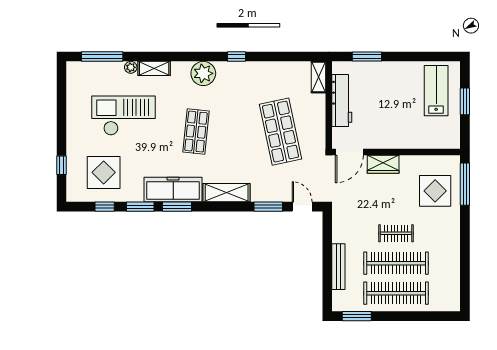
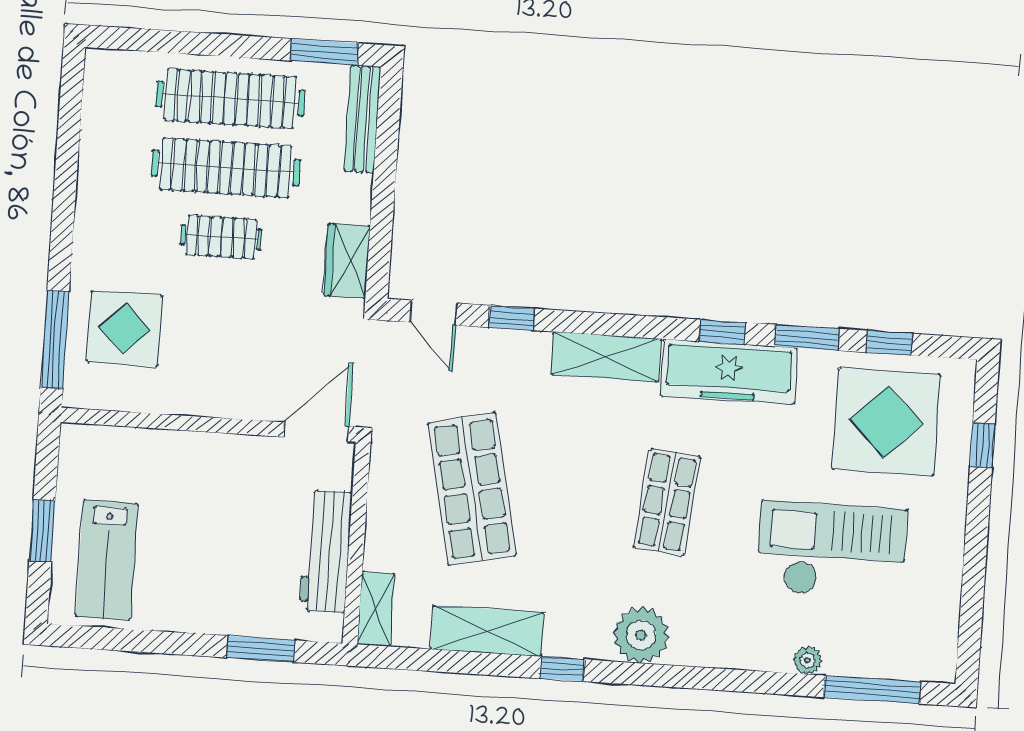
shelving: (154, 68) -> (487, 631), moved, width x1.50, depth x1.33
checkout: (124, 116) -> (832, 550), turned 180
wardrobe: (383, 164) -> (347, 261), moved, turned -90
display table: (104, 172) -> (886, 422), width x1.36, depth x1.36
window: (177, 207) -> (722, 332), width x0.67
window: (268, 207) -> (512, 318), width x0.67
bench: (338, 267) -> (362, 119), moved

